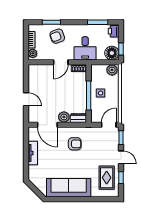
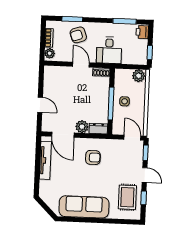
floor lamp: (112, 53) -> (139, 57), removed
door: (61, 62) -> (81, 65), swing flipped
door: (109, 125) -> (132, 138), hinge flipped
tv unit: (33, 153) -> (45, 160), width x1.41

